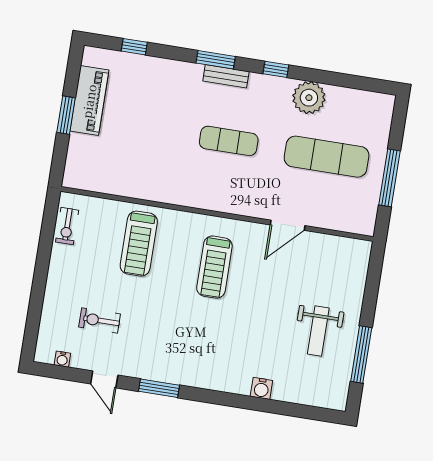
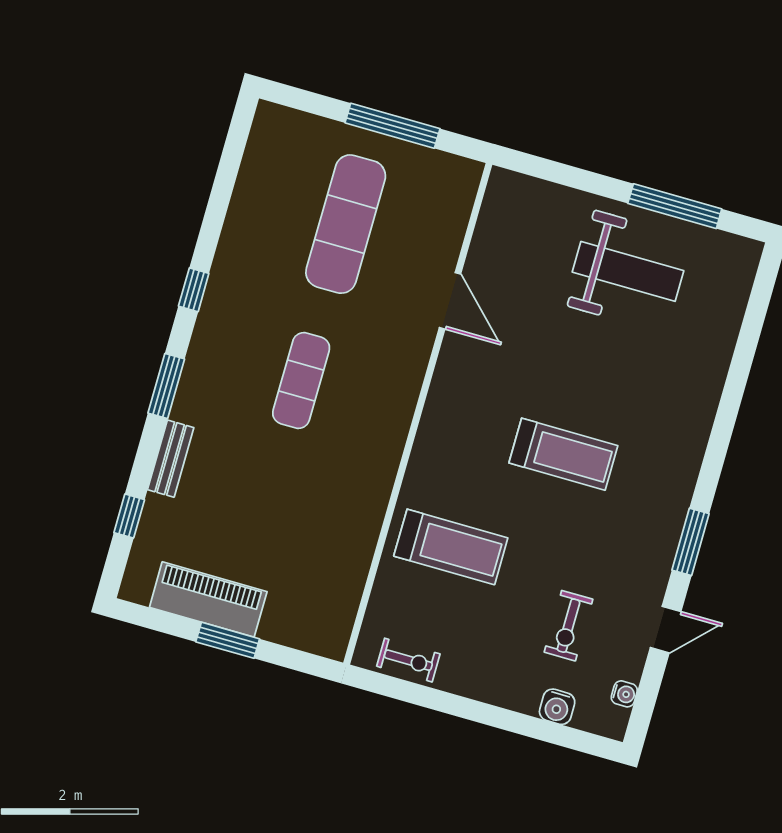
bench: (226, 76) -> (171, 459), moved
plant: (309, 98) -> (246, 241), removed
treadmill: (214, 267) -> (563, 454), moved
weight bench: (318, 331) -> (628, 271), width x1.36, depth x1.33
water cooler: (261, 388) -> (557, 707), moved, turned 90

